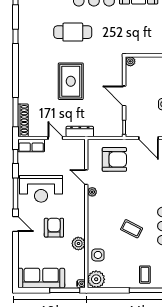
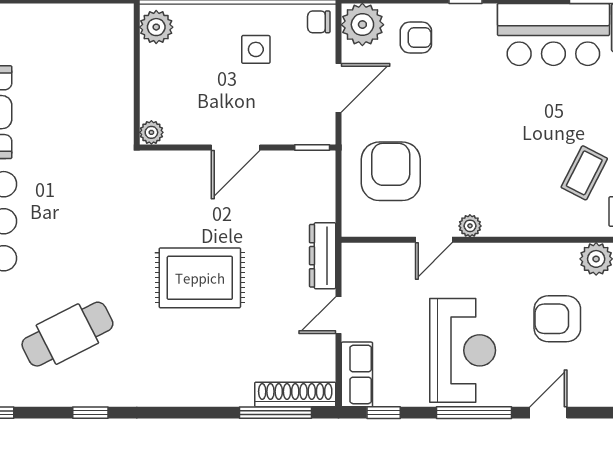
cafe table: (73, 32) -> (67, 334), moved, turned 63
coffee table: (132, 229) -> (584, 173), moved

